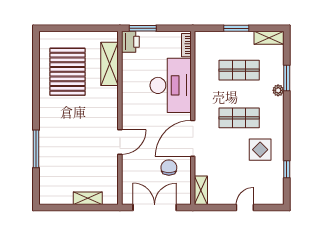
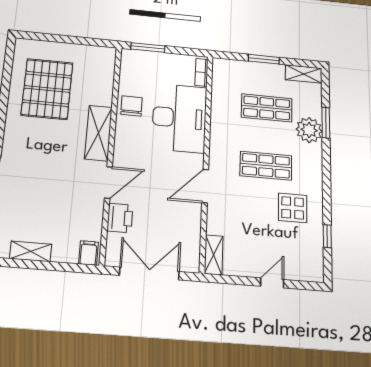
printer: (130, 42) -> (120, 218), moved
shelving: (109, 64) -> (98, 133), moved
plant: (278, 90) -> (309, 130), width x1.88, depth x1.88
door: (193, 138) -> (205, 186), width x0.73
chair: (169, 168) -> (132, 106), moved
filing cabinet: (110, 196) -> (89, 253), added
shelving: (88, 198) -> (31, 251), moved

